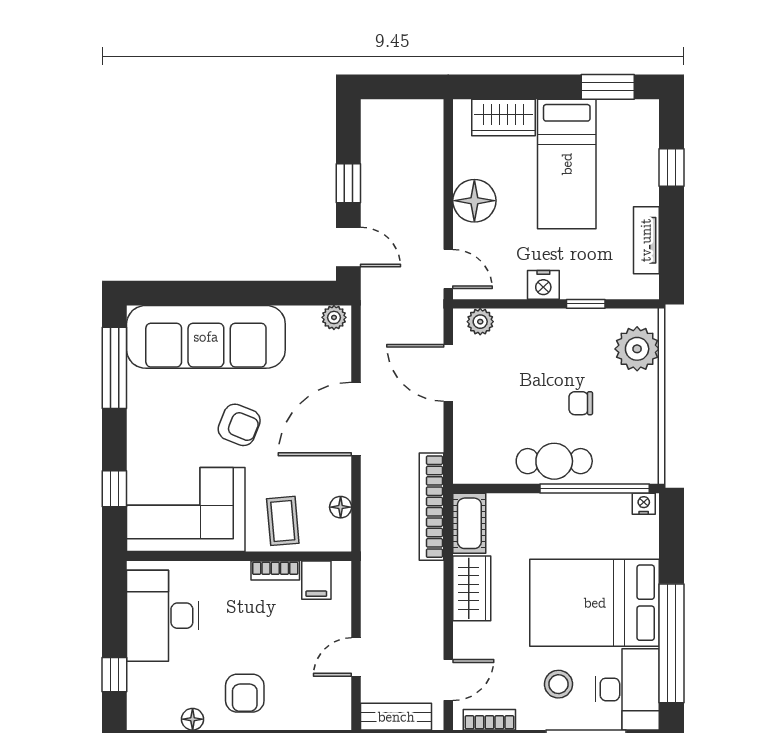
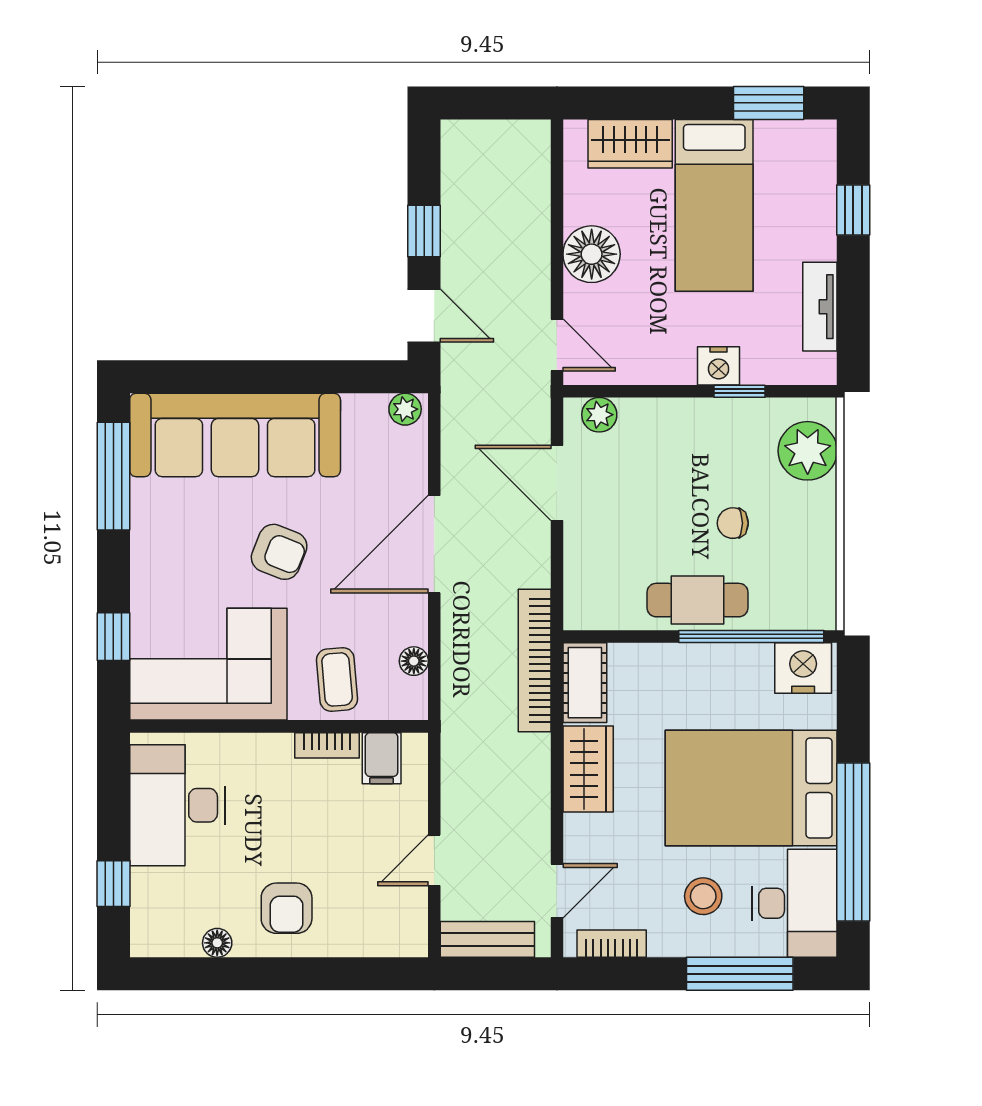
nightstand: (543, 285) -> (719, 366), moved
nightstand: (644, 504) -> (803, 668), width x1.89, depth x1.79

